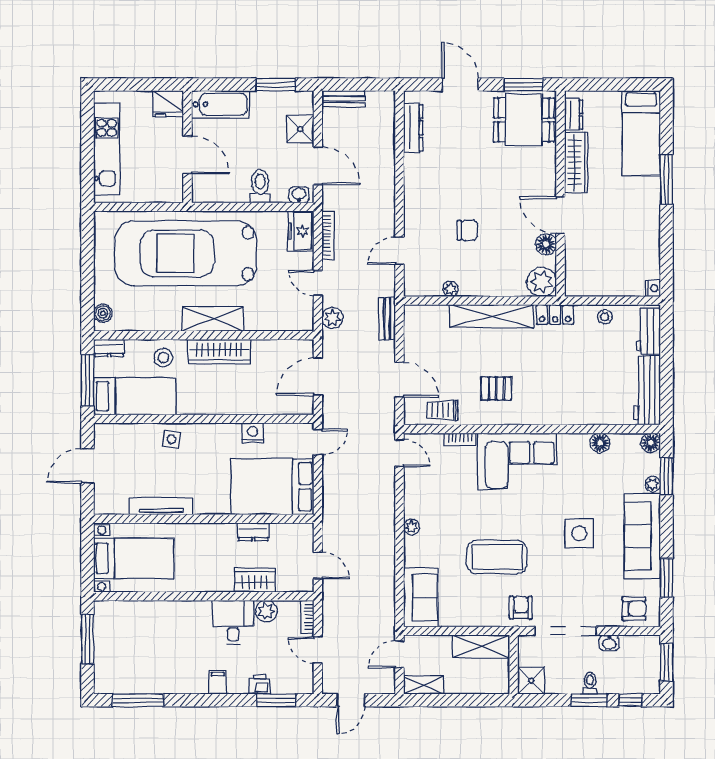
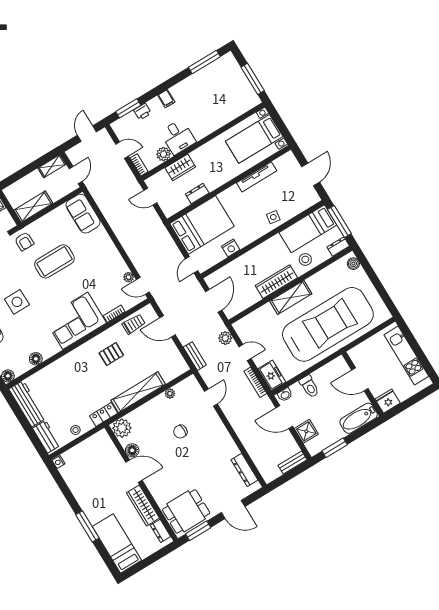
plant: (411, 527) -> (129, 277), moved

